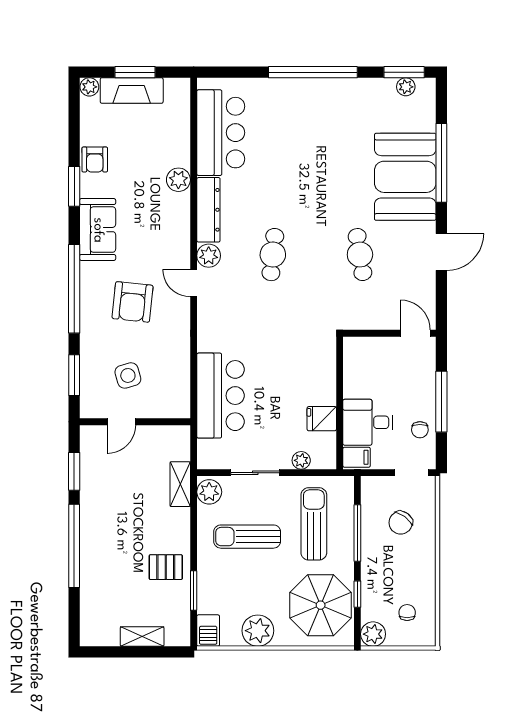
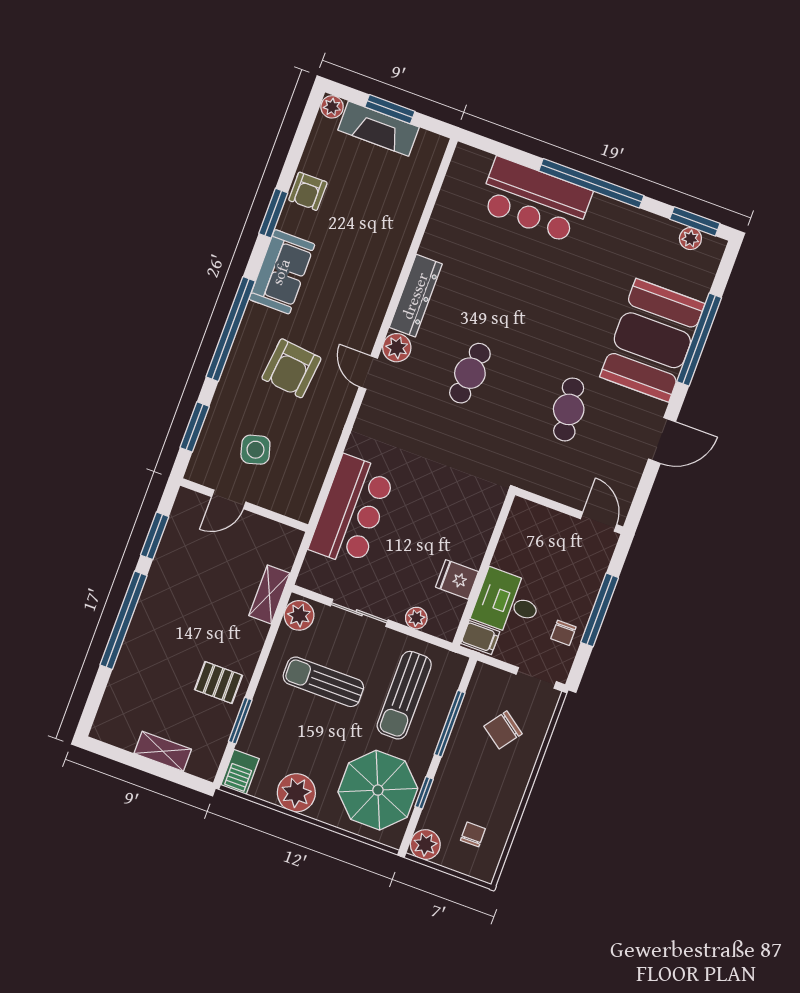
bar counter: (221, 133) -> (535, 200), moved, turned 90
plant: (178, 180) -> (394, 249), removed
sun lounger: (314, 524) -> (404, 695), turned 180

